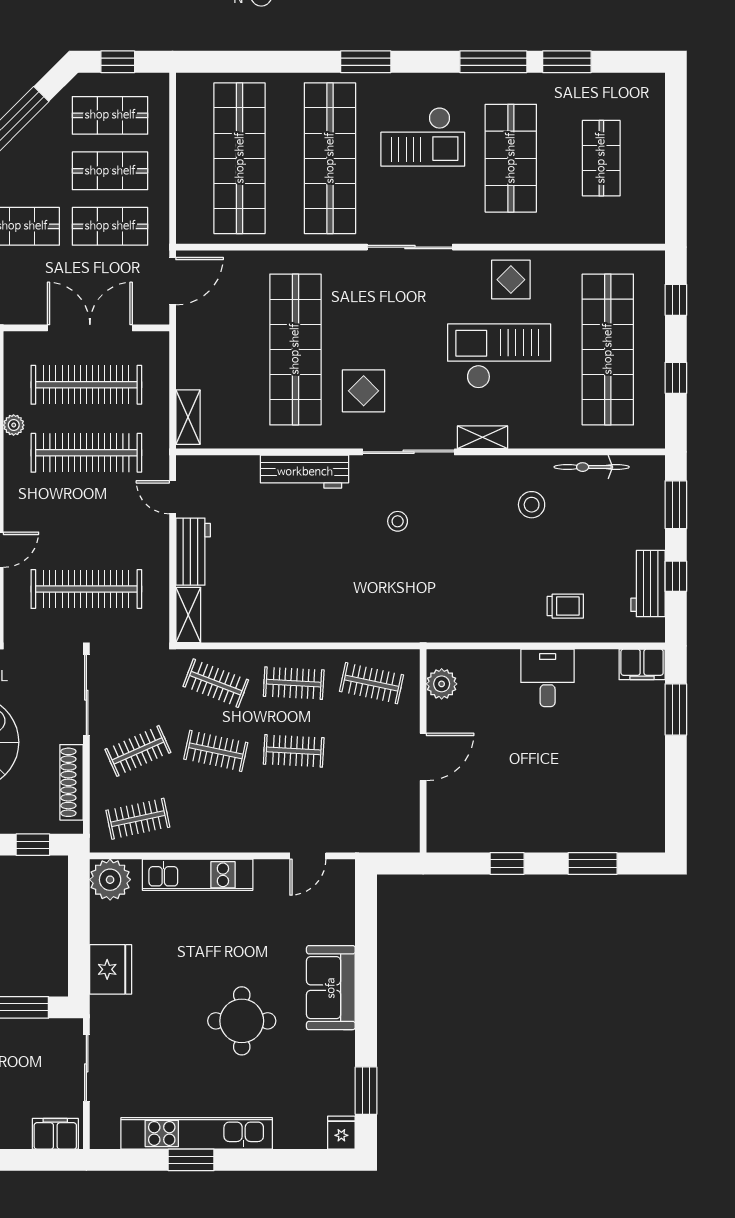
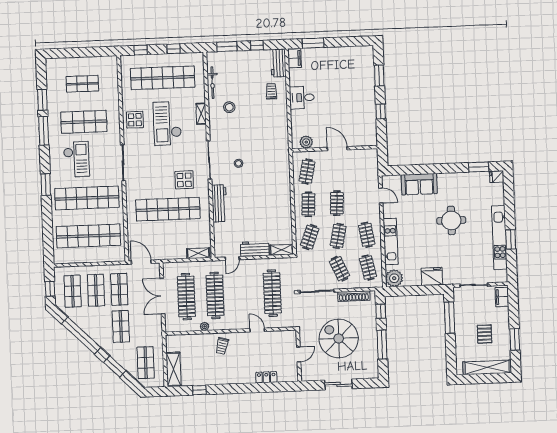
shelving: (483, 437) -> (201, 114), moved
workbench: (648, 584) -> (278, 63), moved, turned 90
clothes rail: (216, 819) -> (367, 235), added
sofa: (331, 988) -> (419, 184), moved

